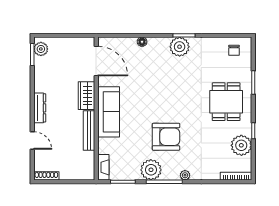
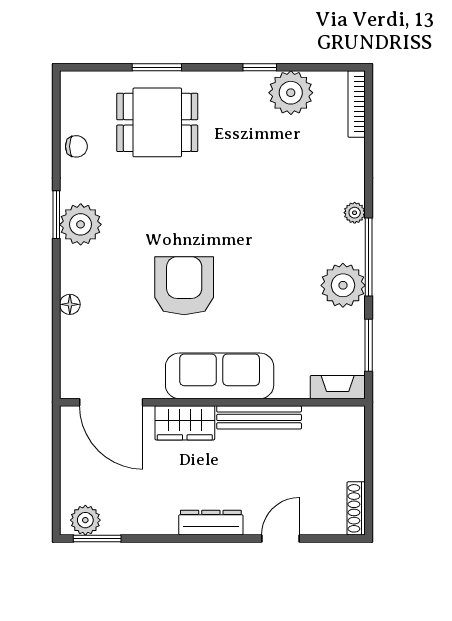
chair: (234, 50) -> (76, 146), moved
door: (96, 61) -> (111, 402), swing flipped
dining table: (226, 102) -> (157, 122), moved
armchair: (166, 137) -> (184, 286), moved

